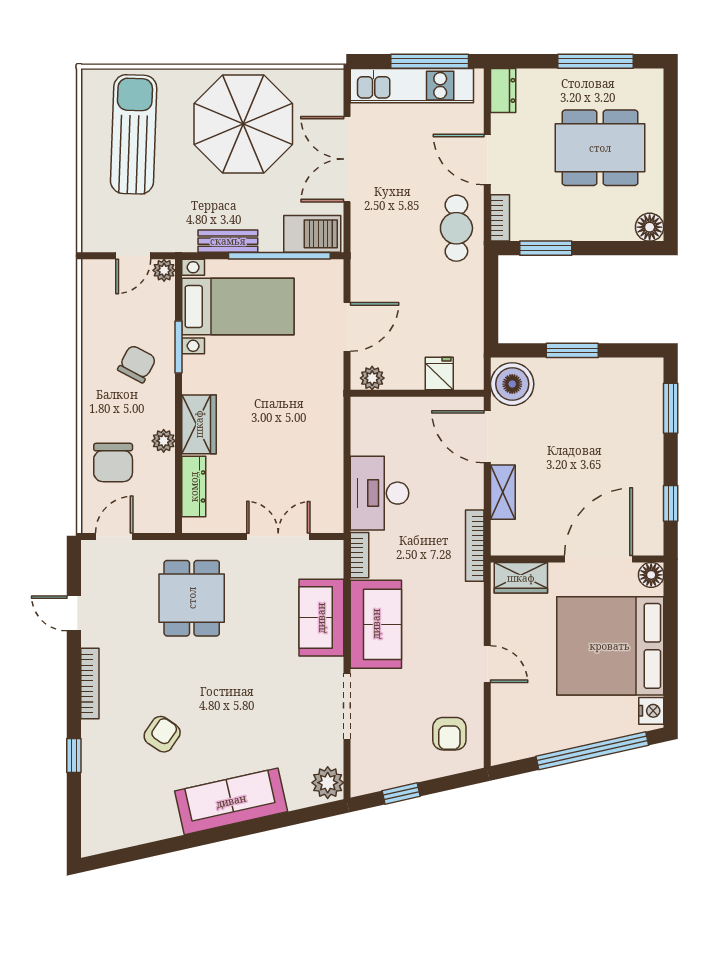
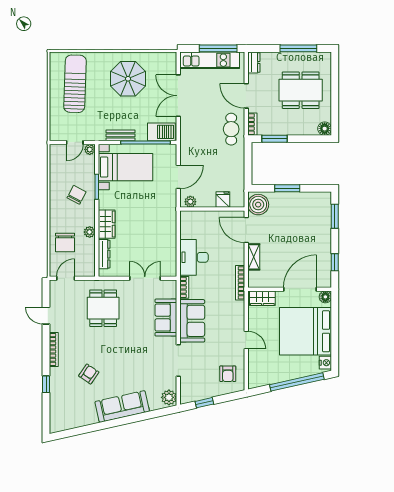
parasol: (243, 124) -> (128, 79), width x0.73, depth x0.73

